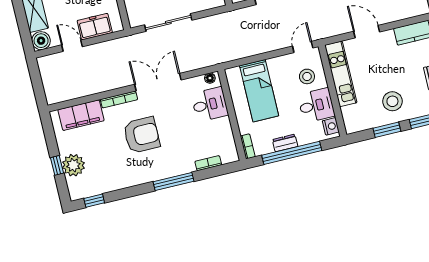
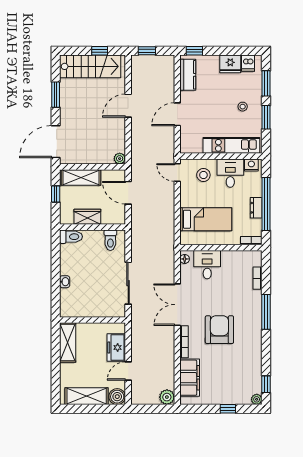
kitchen unit: (341, 74) -> (231, 145), moved
plant: (54, 95) -> (167, 397), added
stool: (392, 101) -> (243, 107), width x0.53, depth x0.53
plant: (73, 165) -> (257, 399), moved, width x0.53, depth x0.53

